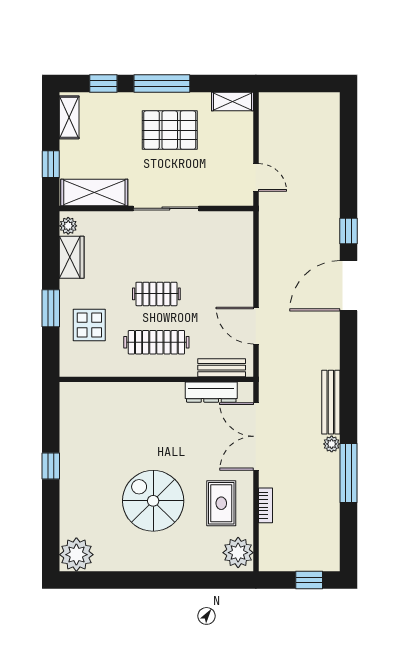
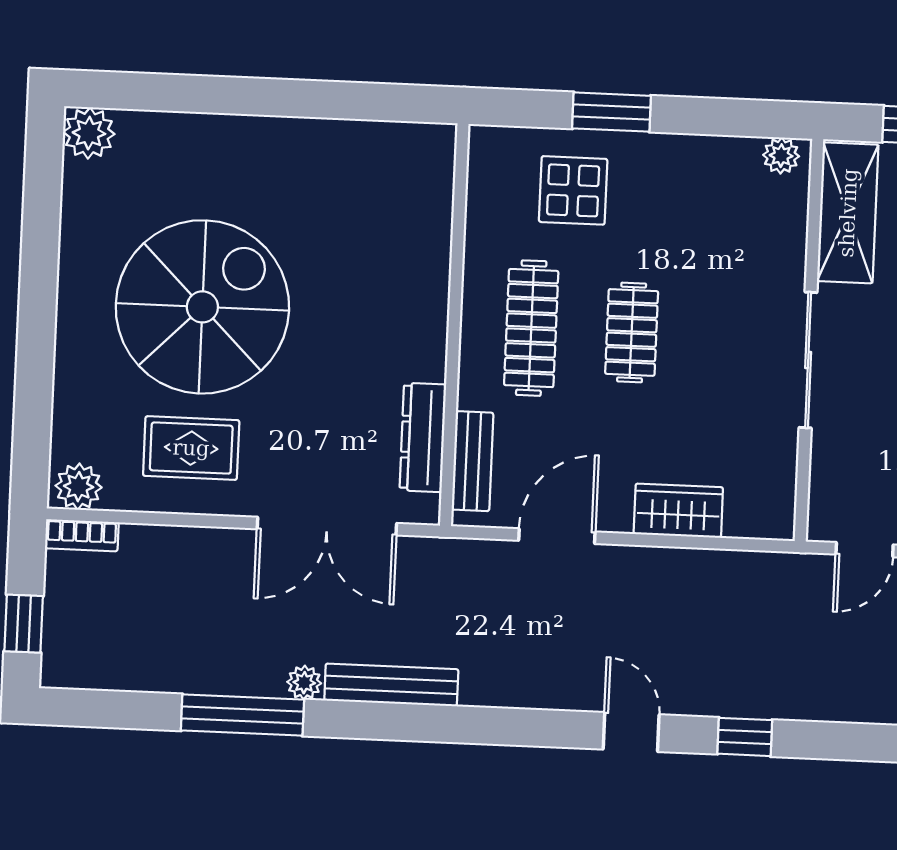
wardrobe: (72, 257) -> (678, 511), moved, turned 180
door: (348, 286) -> (631, 732), width x0.53
double door: (256, 436) -> (327, 526), swing flipped
window: (51, 466) -> (284, 98), removed
spiral stairs: (153, 501) -> (202, 307), width x1.37, depth x1.37
bookcase: (265, 505) -> (82, 535), moved
plant: (238, 553) -> (79, 487), width x0.73, depth x0.73
plant: (76, 555) -> (89, 133), width x0.73, depth x0.73

